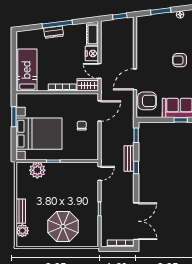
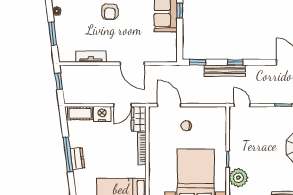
tv unit: (141, 44) -> (91, 57), added
armchair: (147, 101) -> (157, 50), removed
bench: (129, 158) -> (225, 71), width x1.36

